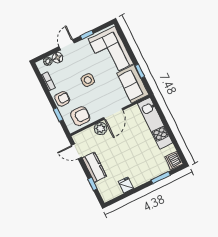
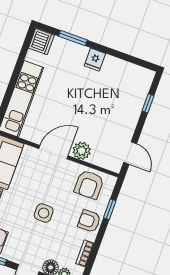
armchair: (80, 116) -> (89, 185), turned -90
kitchen counter: (94, 167) -> (129, 118), removed
fridge: (126, 185) -> (95, 60), moved

